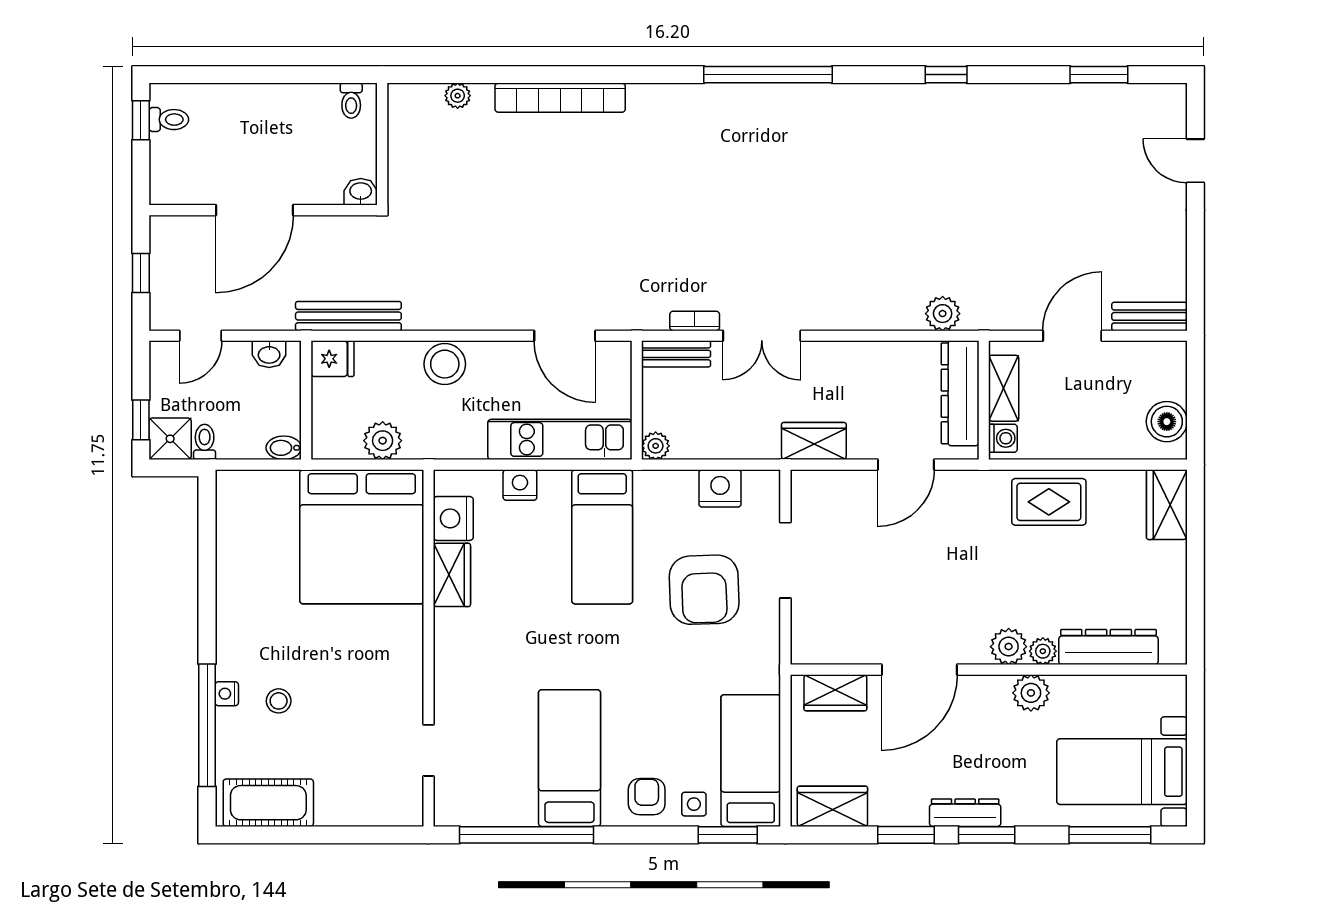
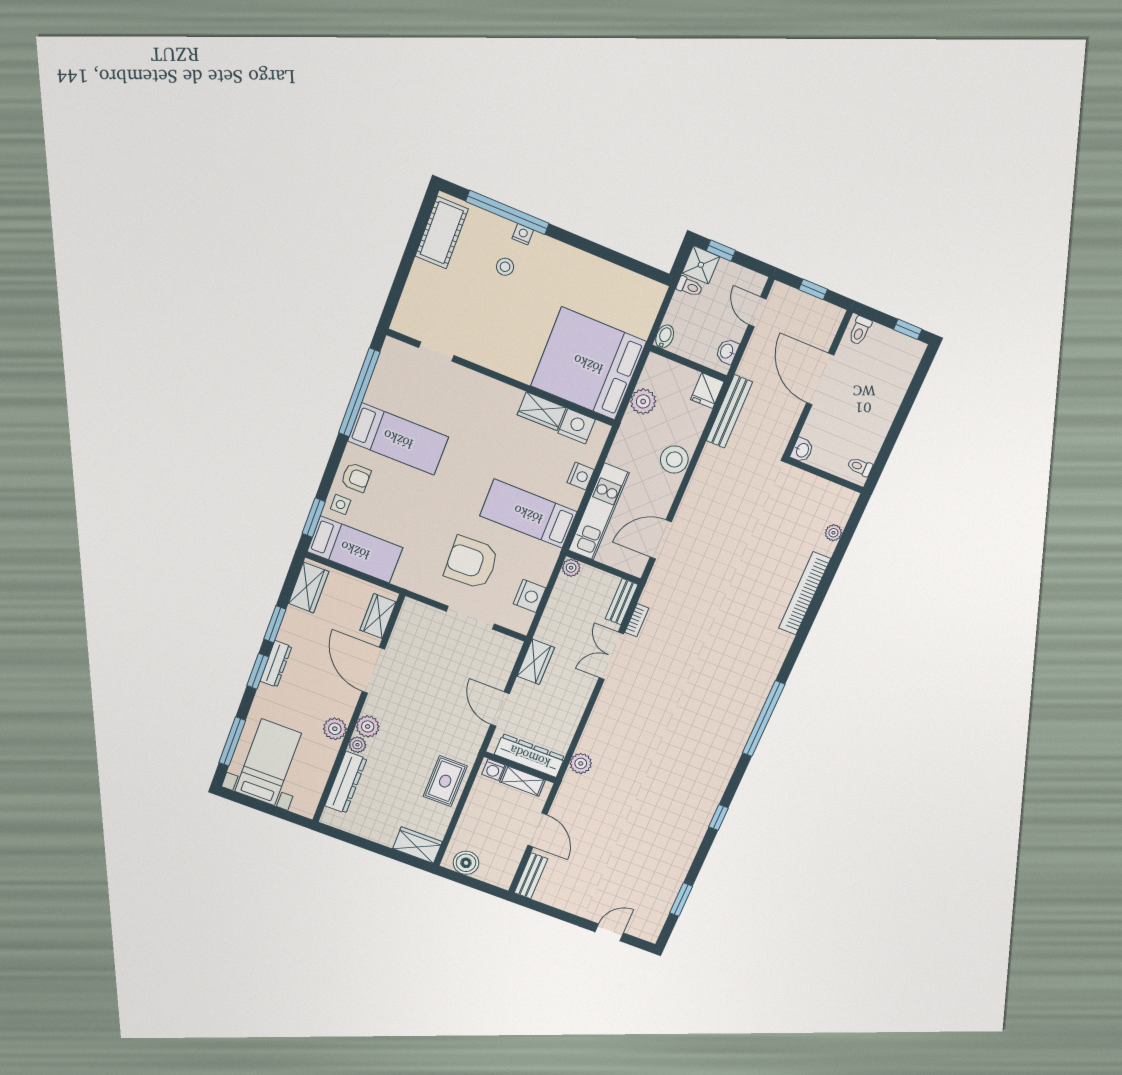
toilet: (169, 120) -> (860, 331), moved

